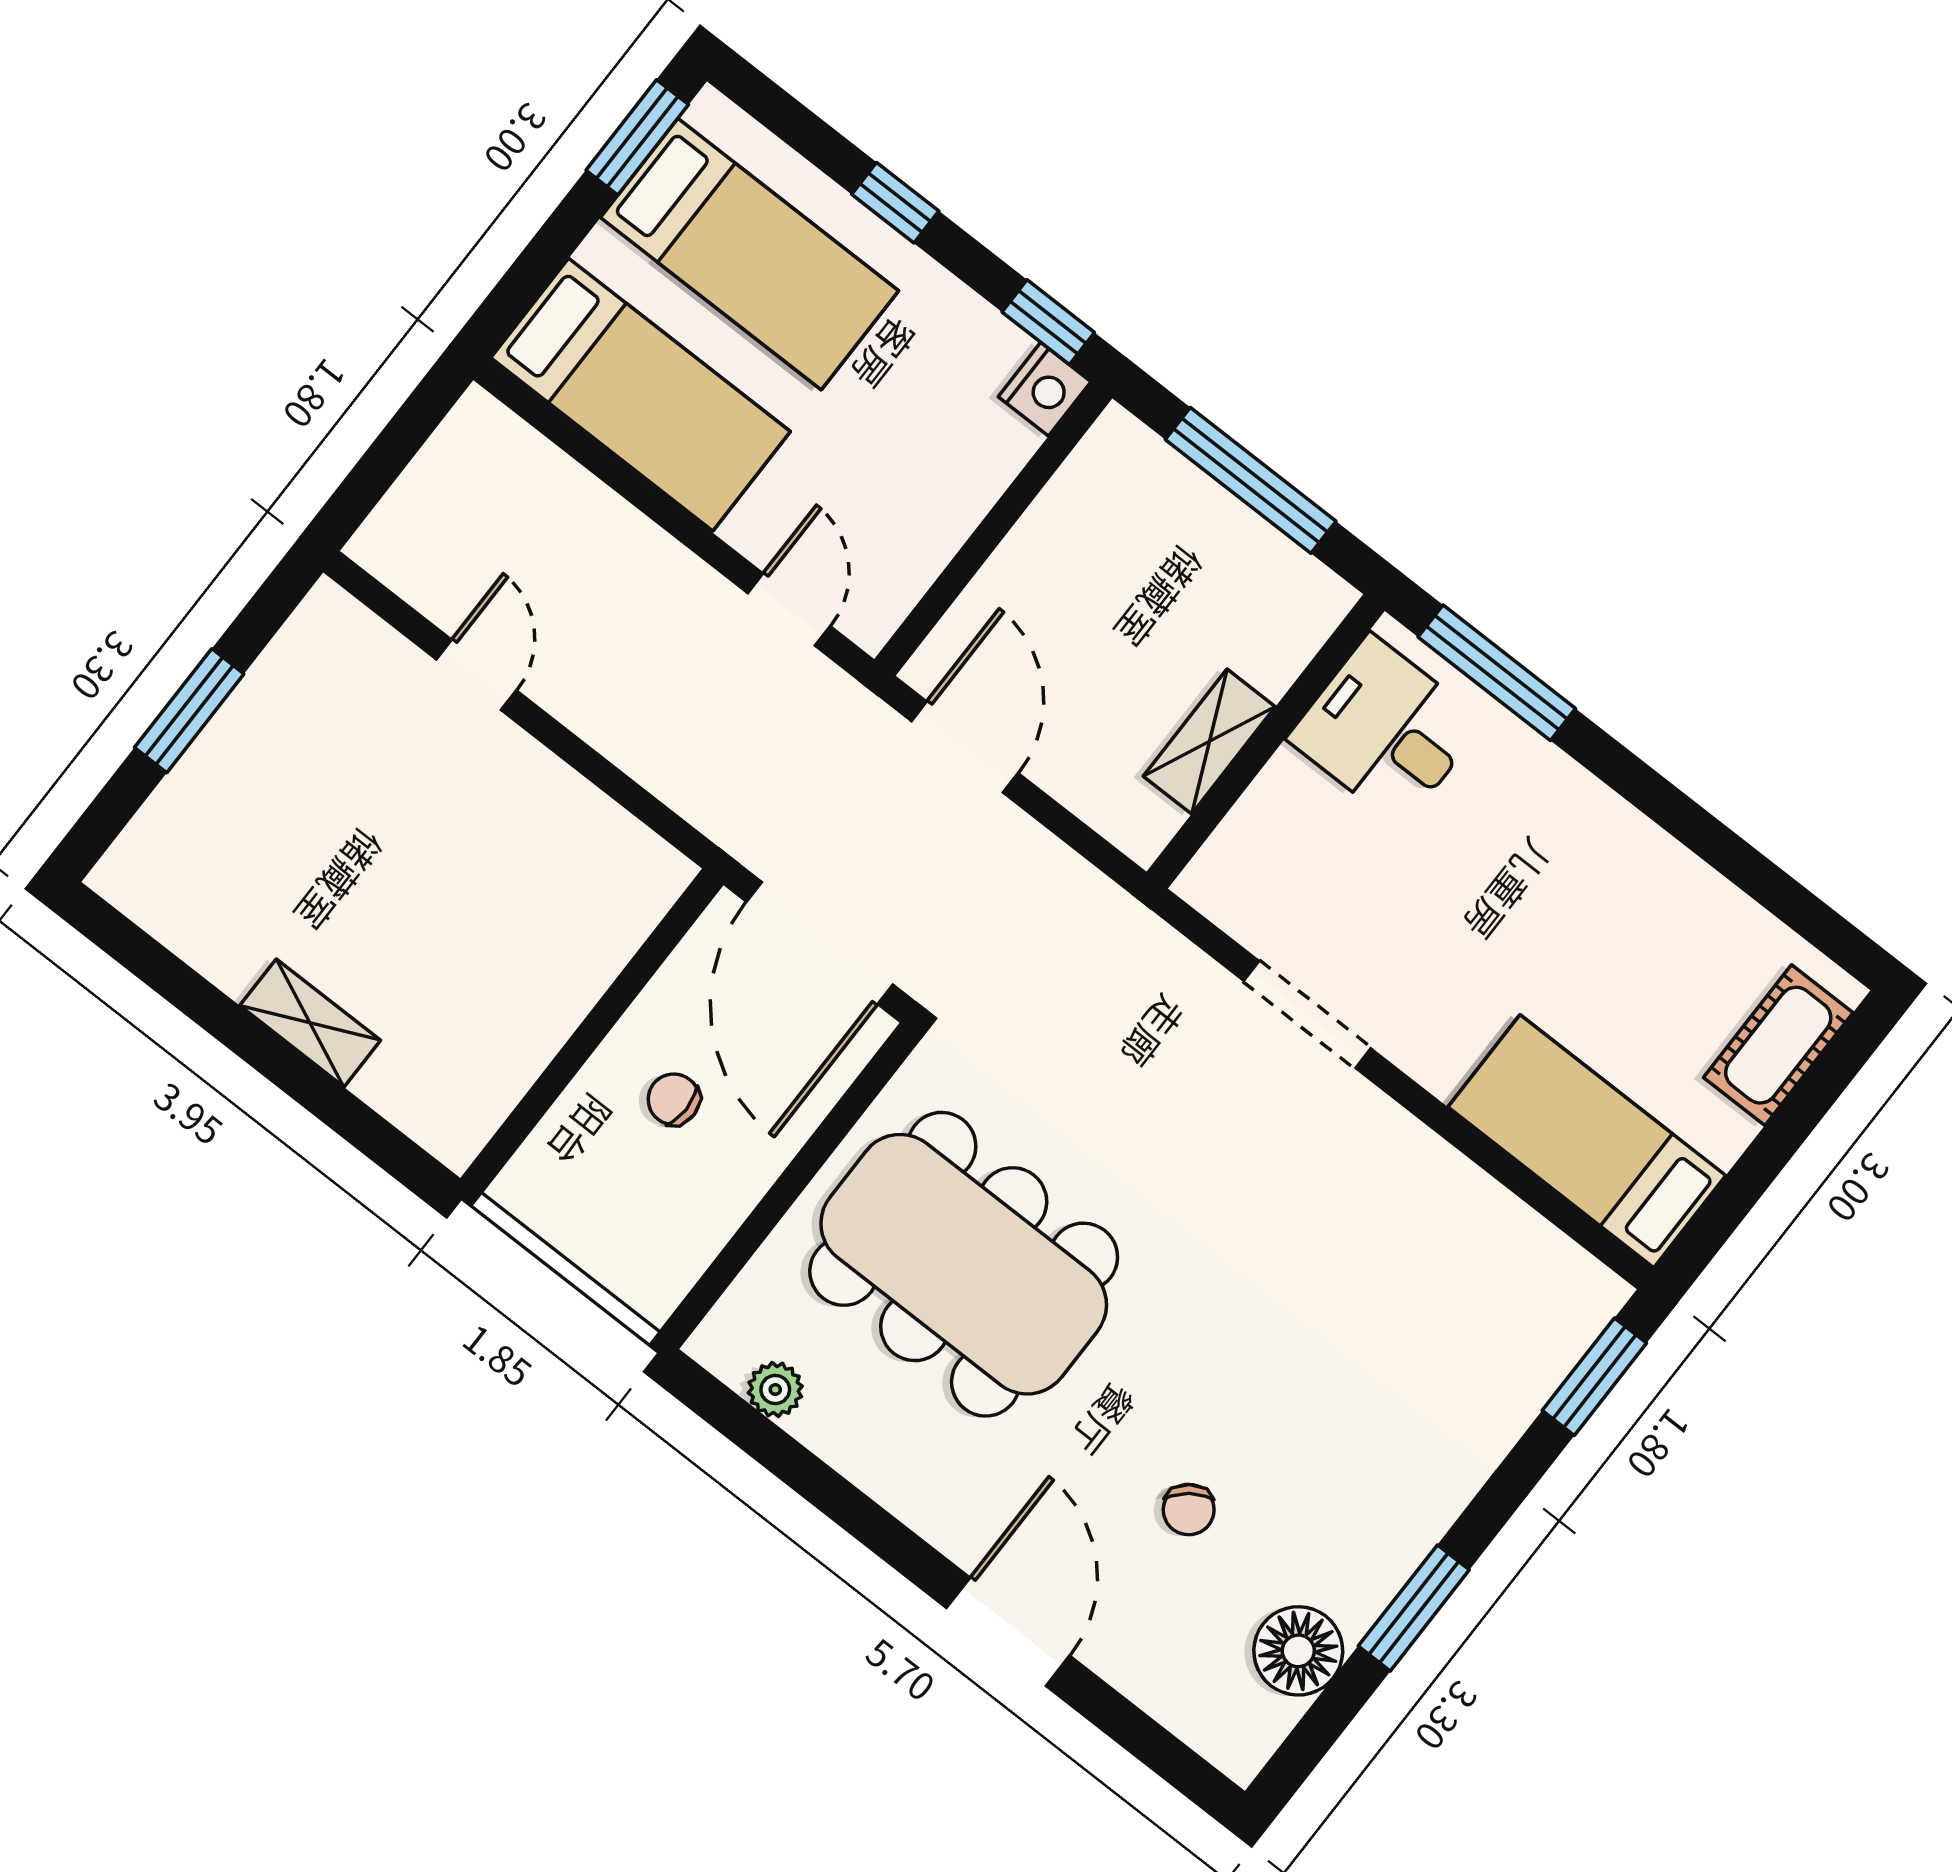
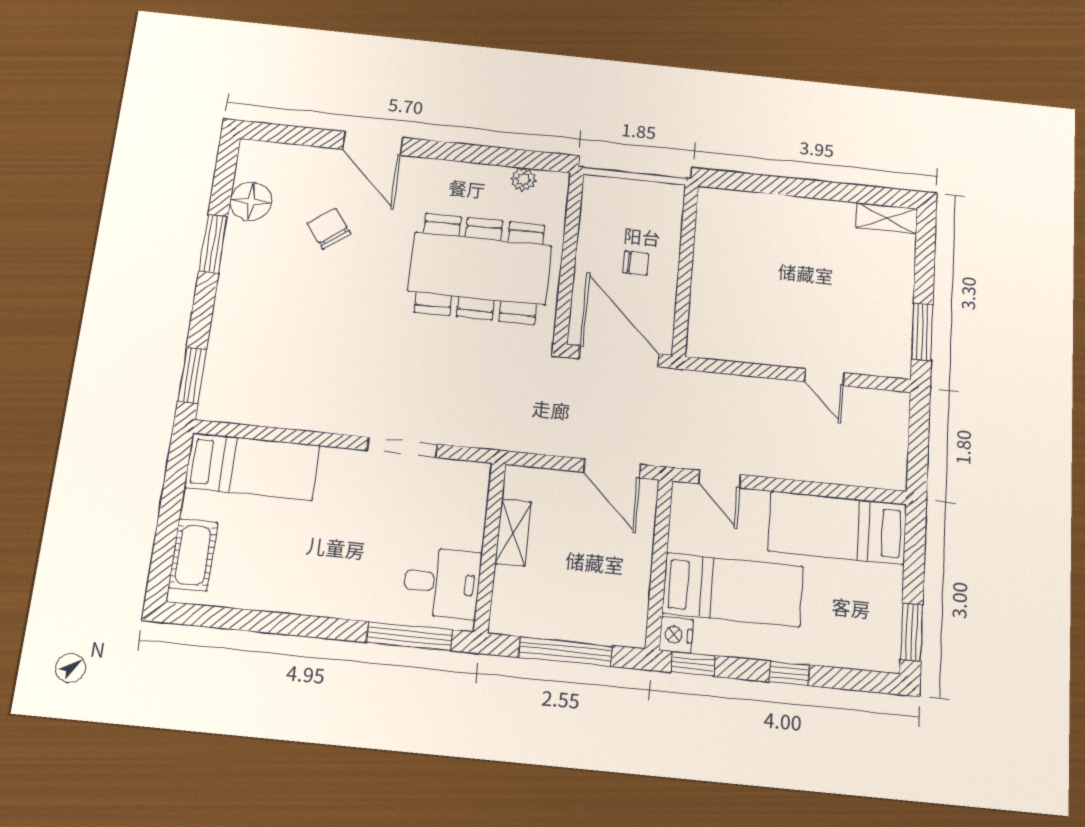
bed: (749, 254) -> (733, 590), moved, turned 180
window: (189, 711) -> (922, 332), moved
shelving: (310, 1023) -> (887, 218), moved
chair: (1189, 1510) -> (329, 229), width x1.37, depth x1.37

